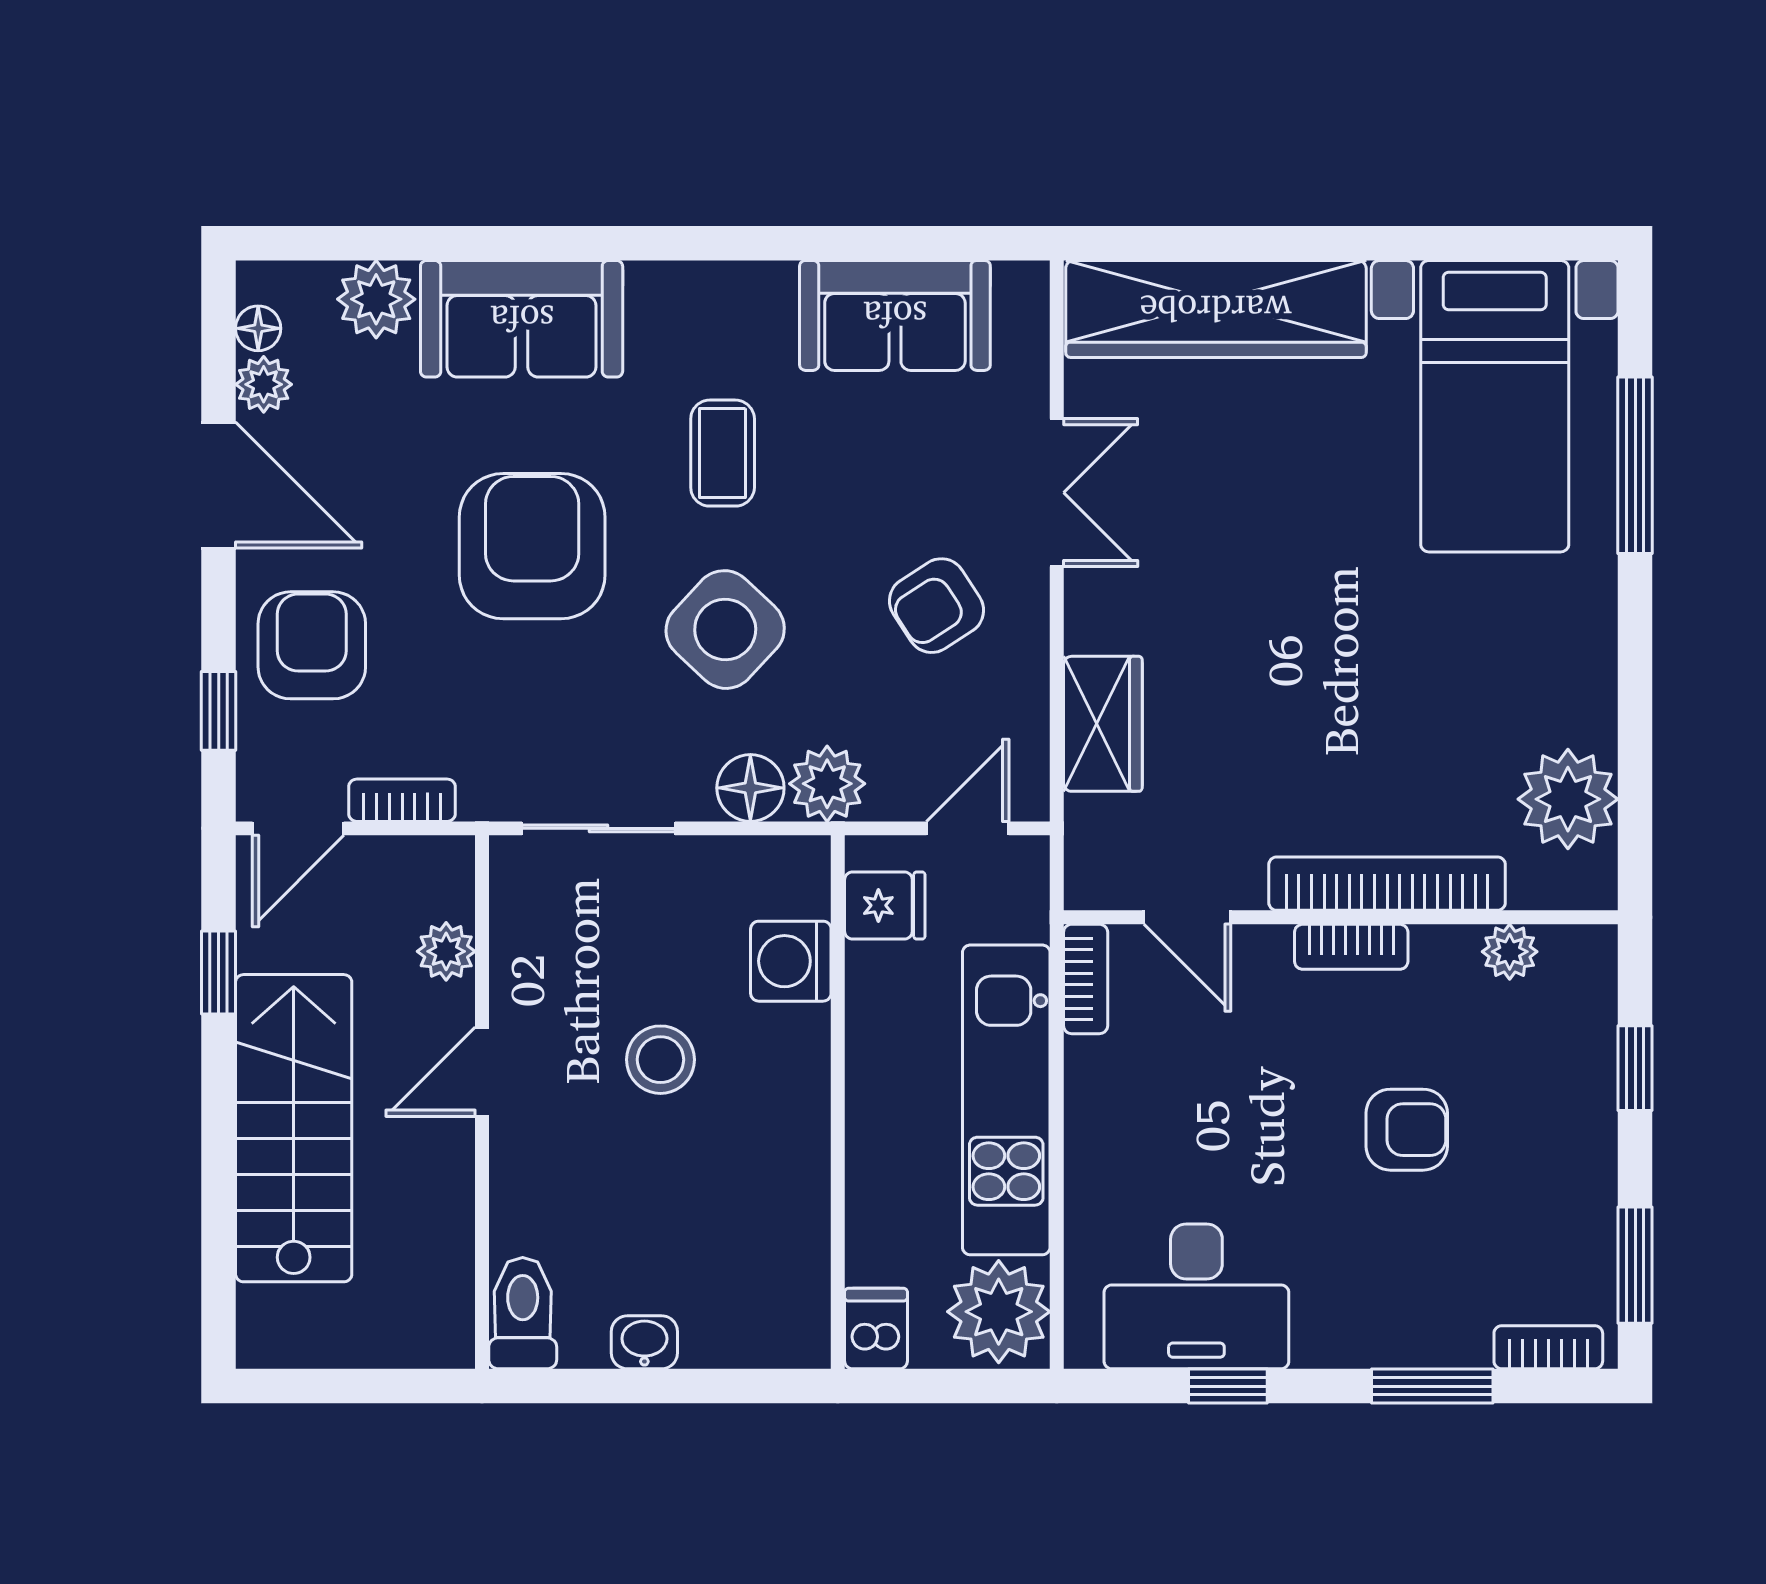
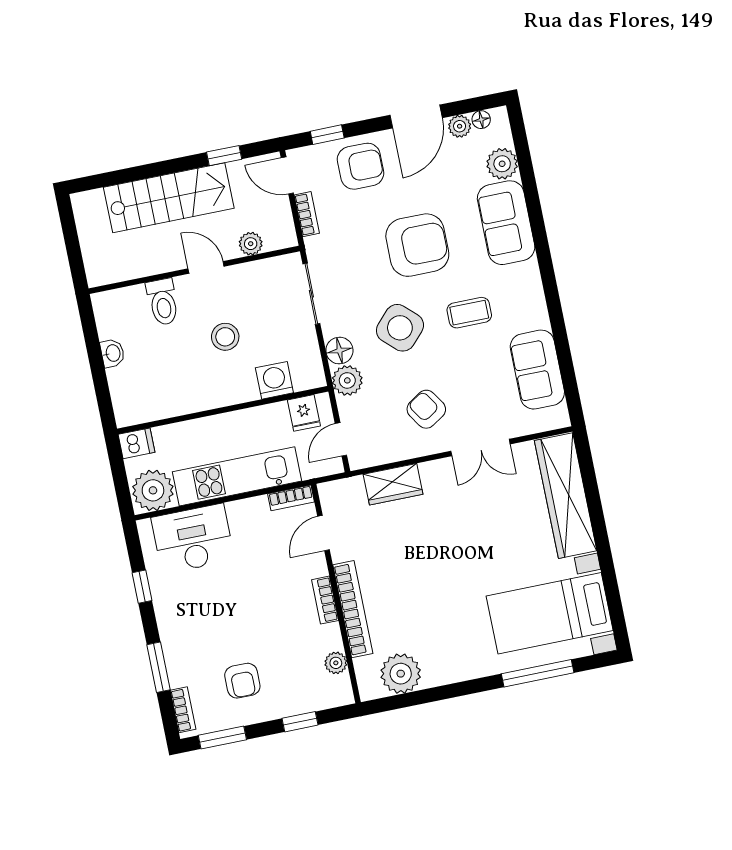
door: (968, 828) -> (341, 439), swing flipped
armchair: (1407, 1130) -> (242, 681), moved
desk: (1196, 1296) -> (193, 539), moved, turned 90
toilet: (523, 1313) -> (163, 302), moved, turned 90

